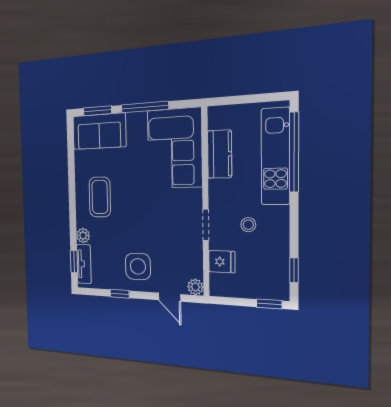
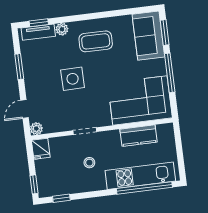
fridge: (222, 262) -> (41, 149), moved
side table: (138, 266) -> (73, 79), moved
window: (120, 294) -> (19, 67), width x1.50

